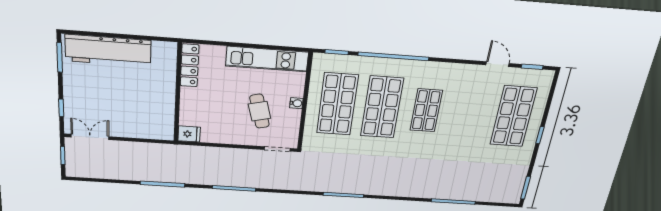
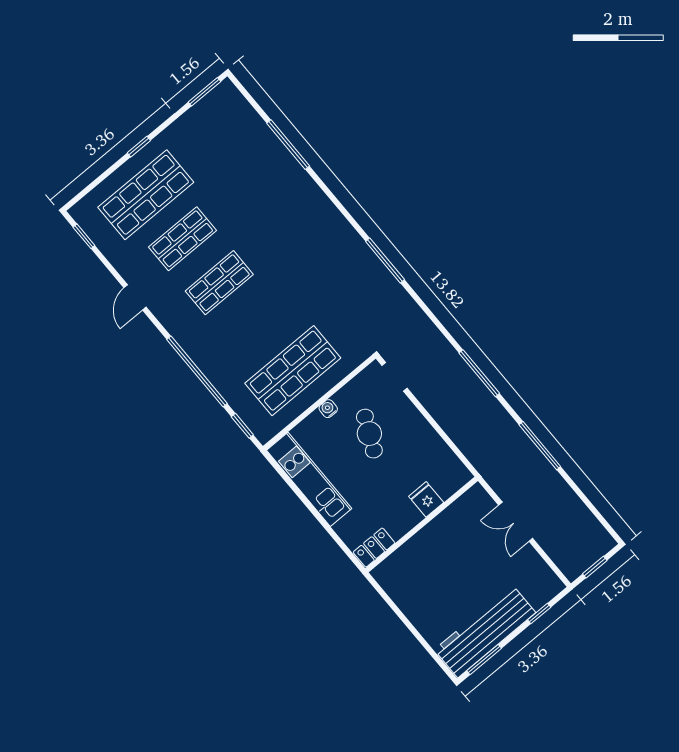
workbench: (108, 51) -> (485, 631), moved, turned -90
door: (498, 64) -> (135, 297), moved
locker: (190, 65) -> (374, 548), width x0.66
shop shelf: (382, 107) -> (183, 239), moved, width x0.70, depth x0.74
cafe table: (259, 111) -> (369, 434), turned -50
fridge: (189, 134) -> (426, 499), moved
double door: (90, 137) -> (516, 522), moved

